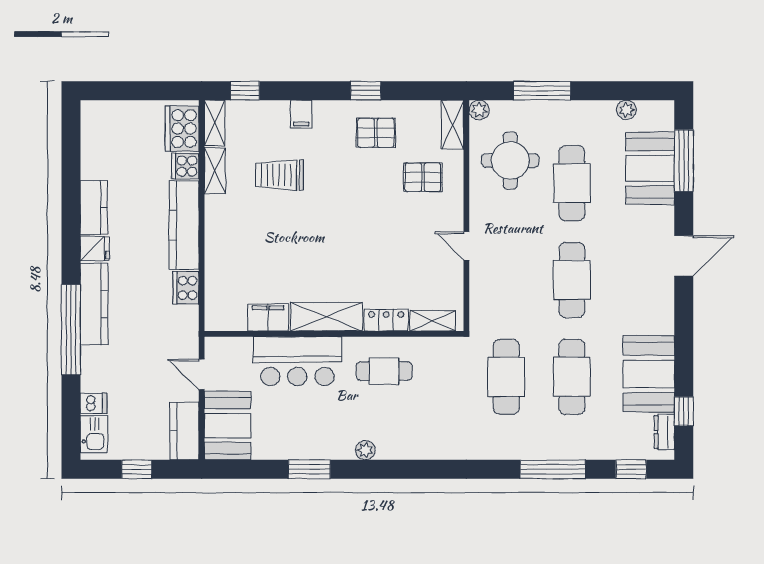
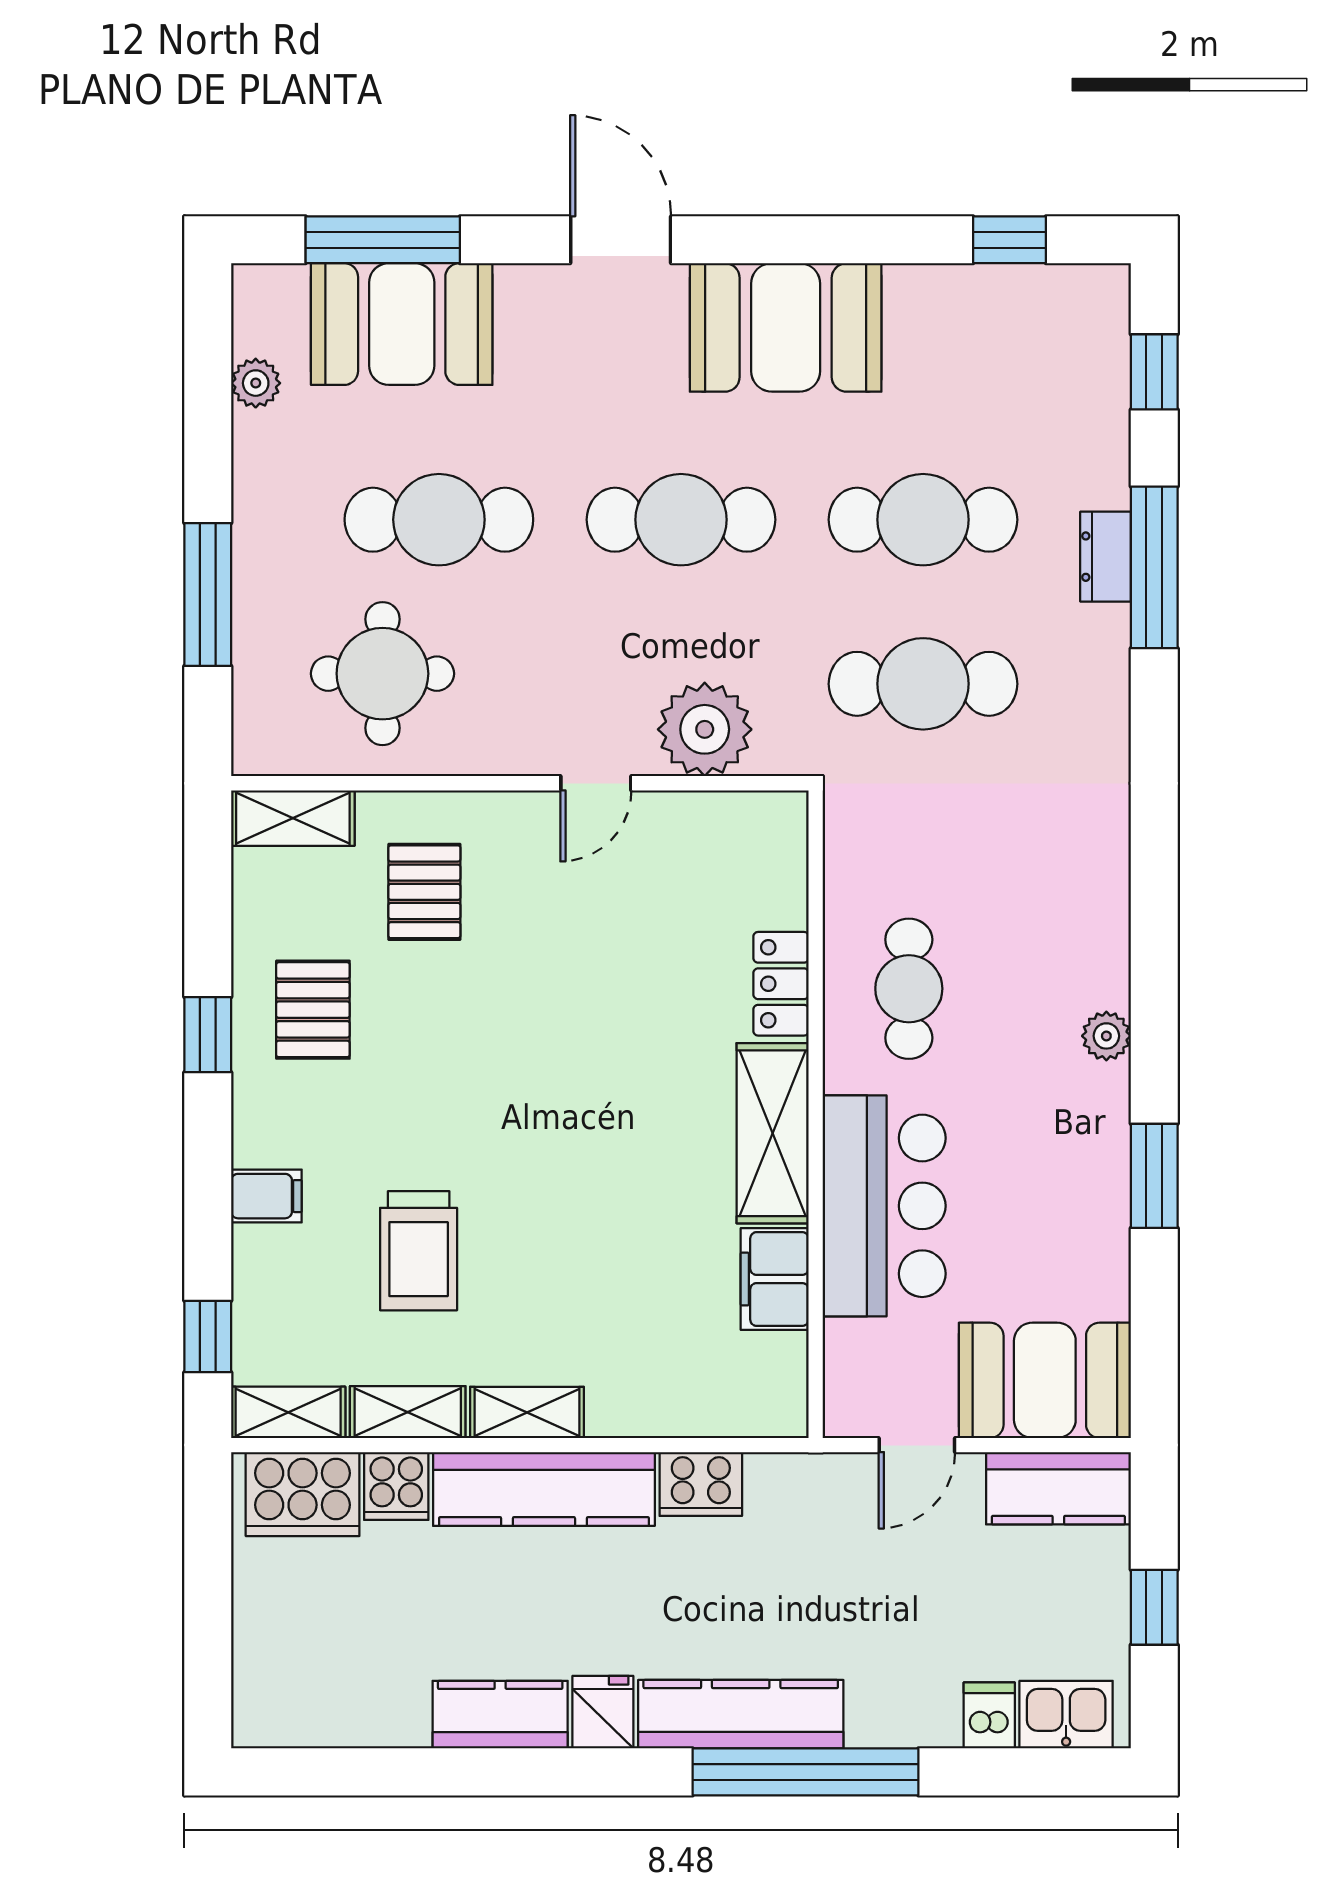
plant: (479, 110) -> (705, 729), moved, width x1.87, depth x1.87
shelving: (433, 321) -> (527, 1412), moved, turned 90
booth: (649, 374) -> (786, 327), moved
dresser: (664, 432) -> (1105, 557), moved, turned 90

